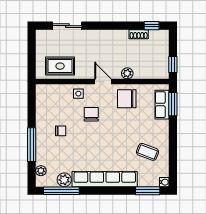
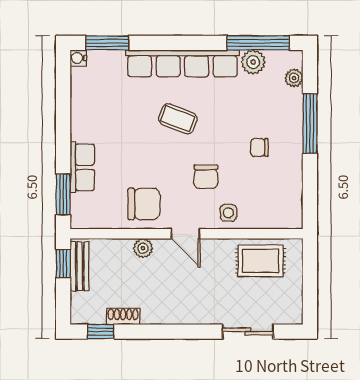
bench: (164, 63) -> (80, 266), added
row of seats: (162, 105) -> (82, 167), moved
coffee table: (147, 152) -> (178, 119), moved

